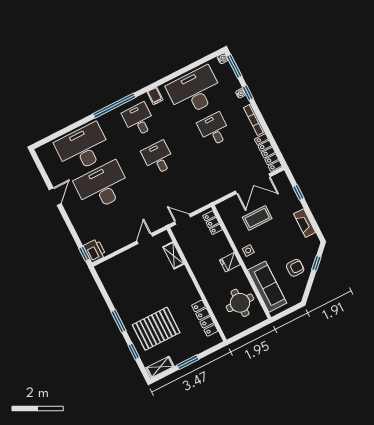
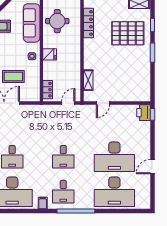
door: (183, 219) -> (68, 103), swing flipped

